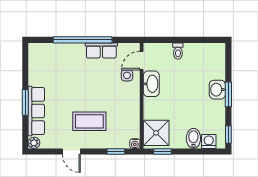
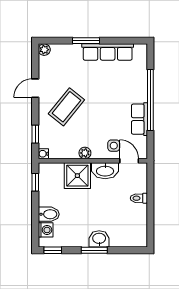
plant: (134, 103) -> (85, 153), added
row of seats: (36, 111) -> (108, 52), moved
coffee table: (89, 121) -> (66, 107), turned 39
shower: (156, 133) -> (77, 176), moved

